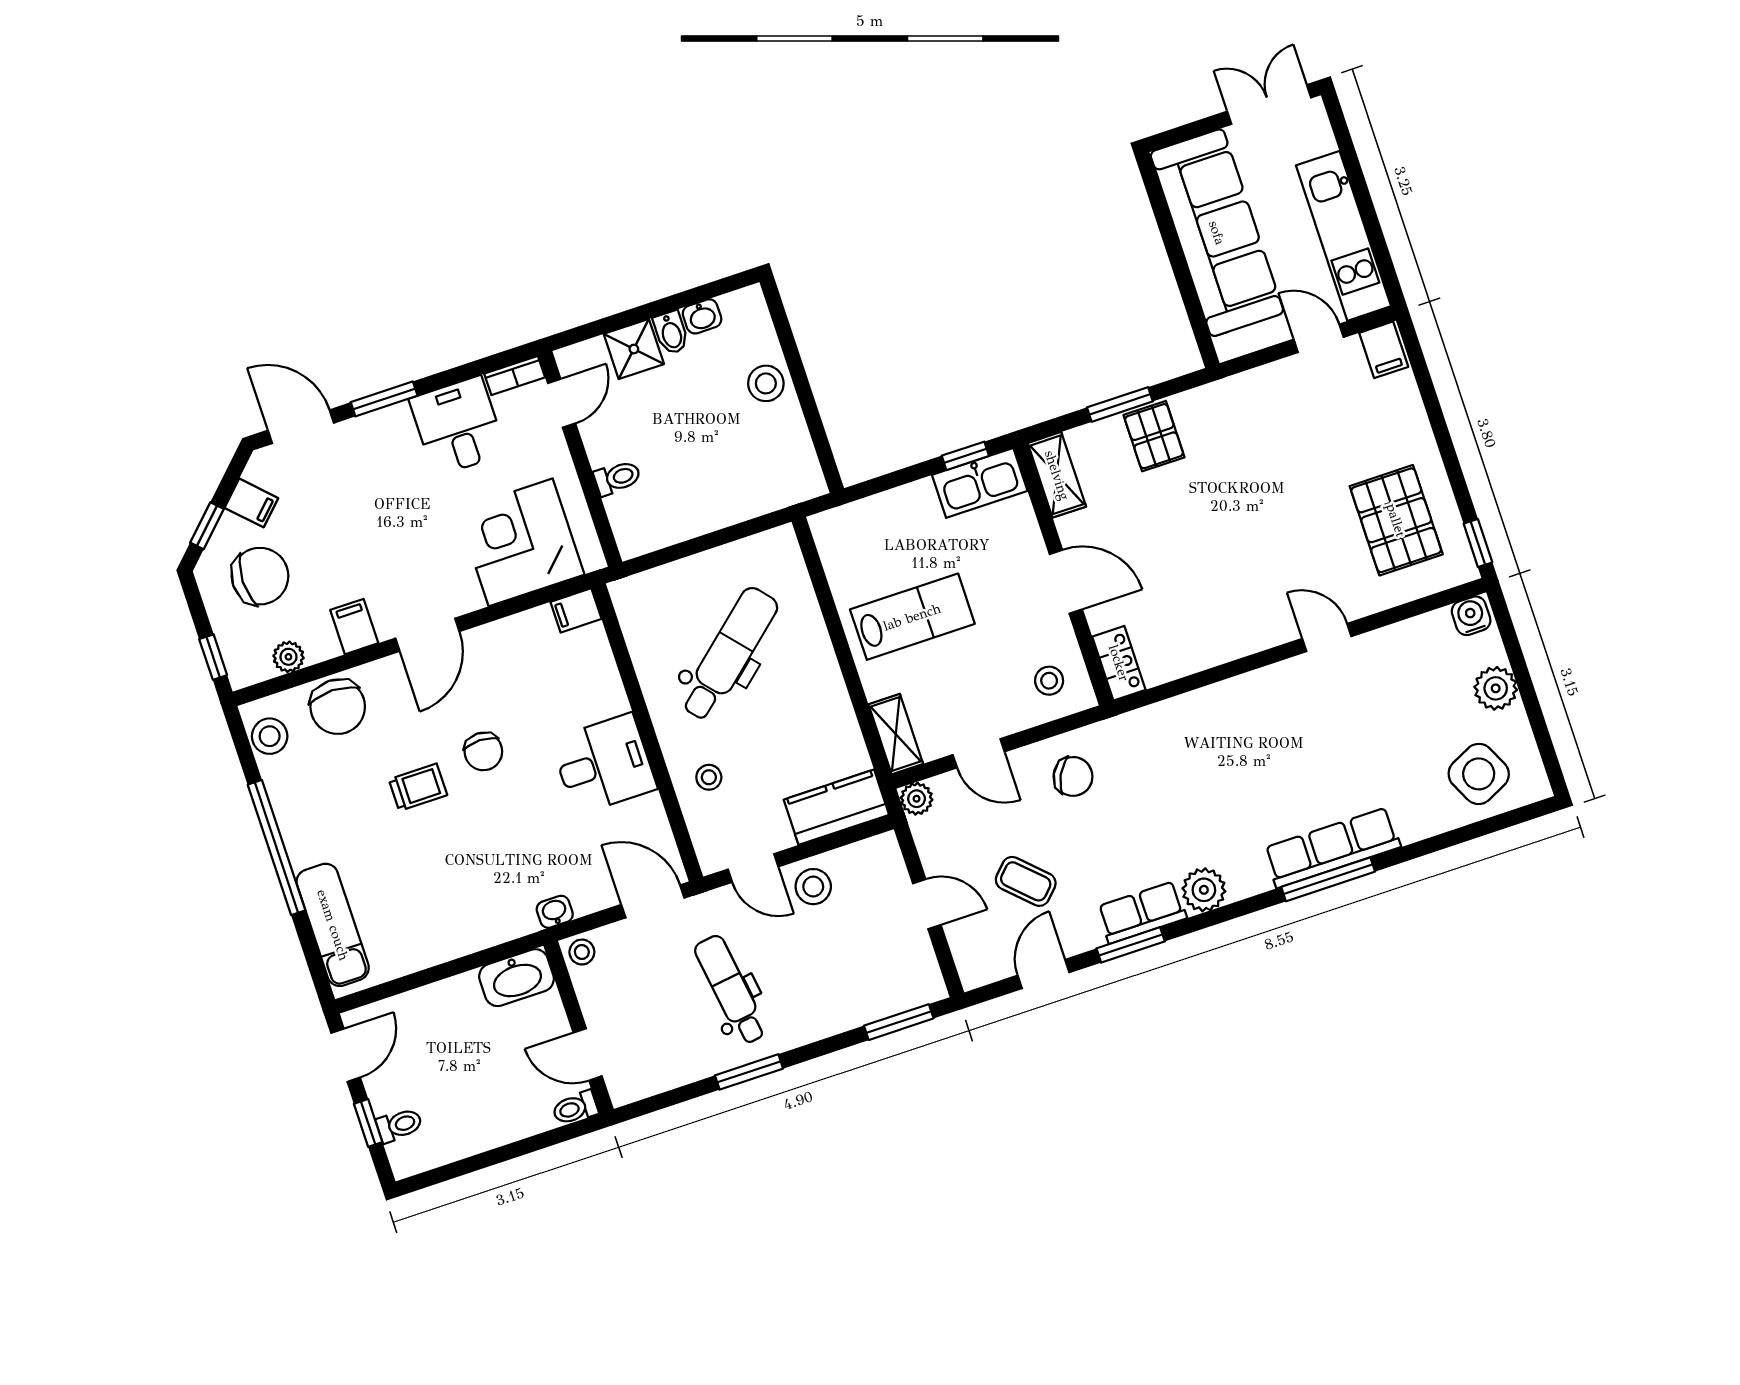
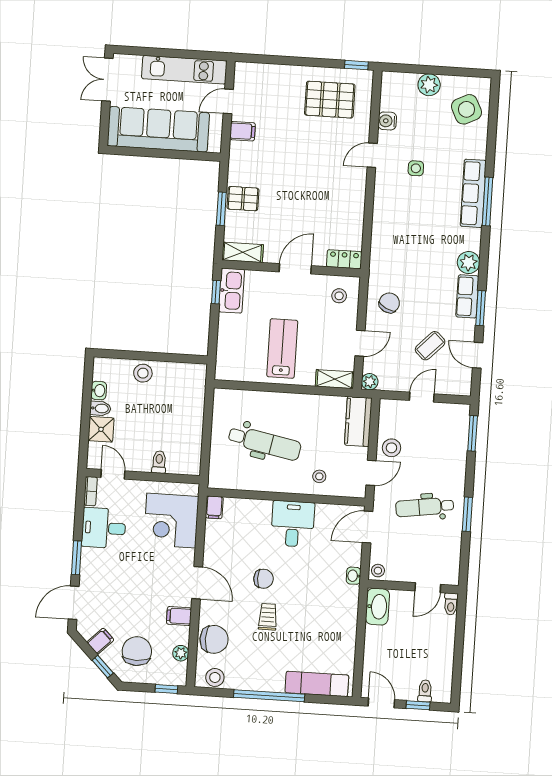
filing cabinet: (1384, 350) -> (242, 131), moved
water cooler: (1471, 616) -> (387, 121), moved
dental chair: (729, 654) -> (265, 443), turned 142
side table: (1335, 726) -> (416, 168), added

